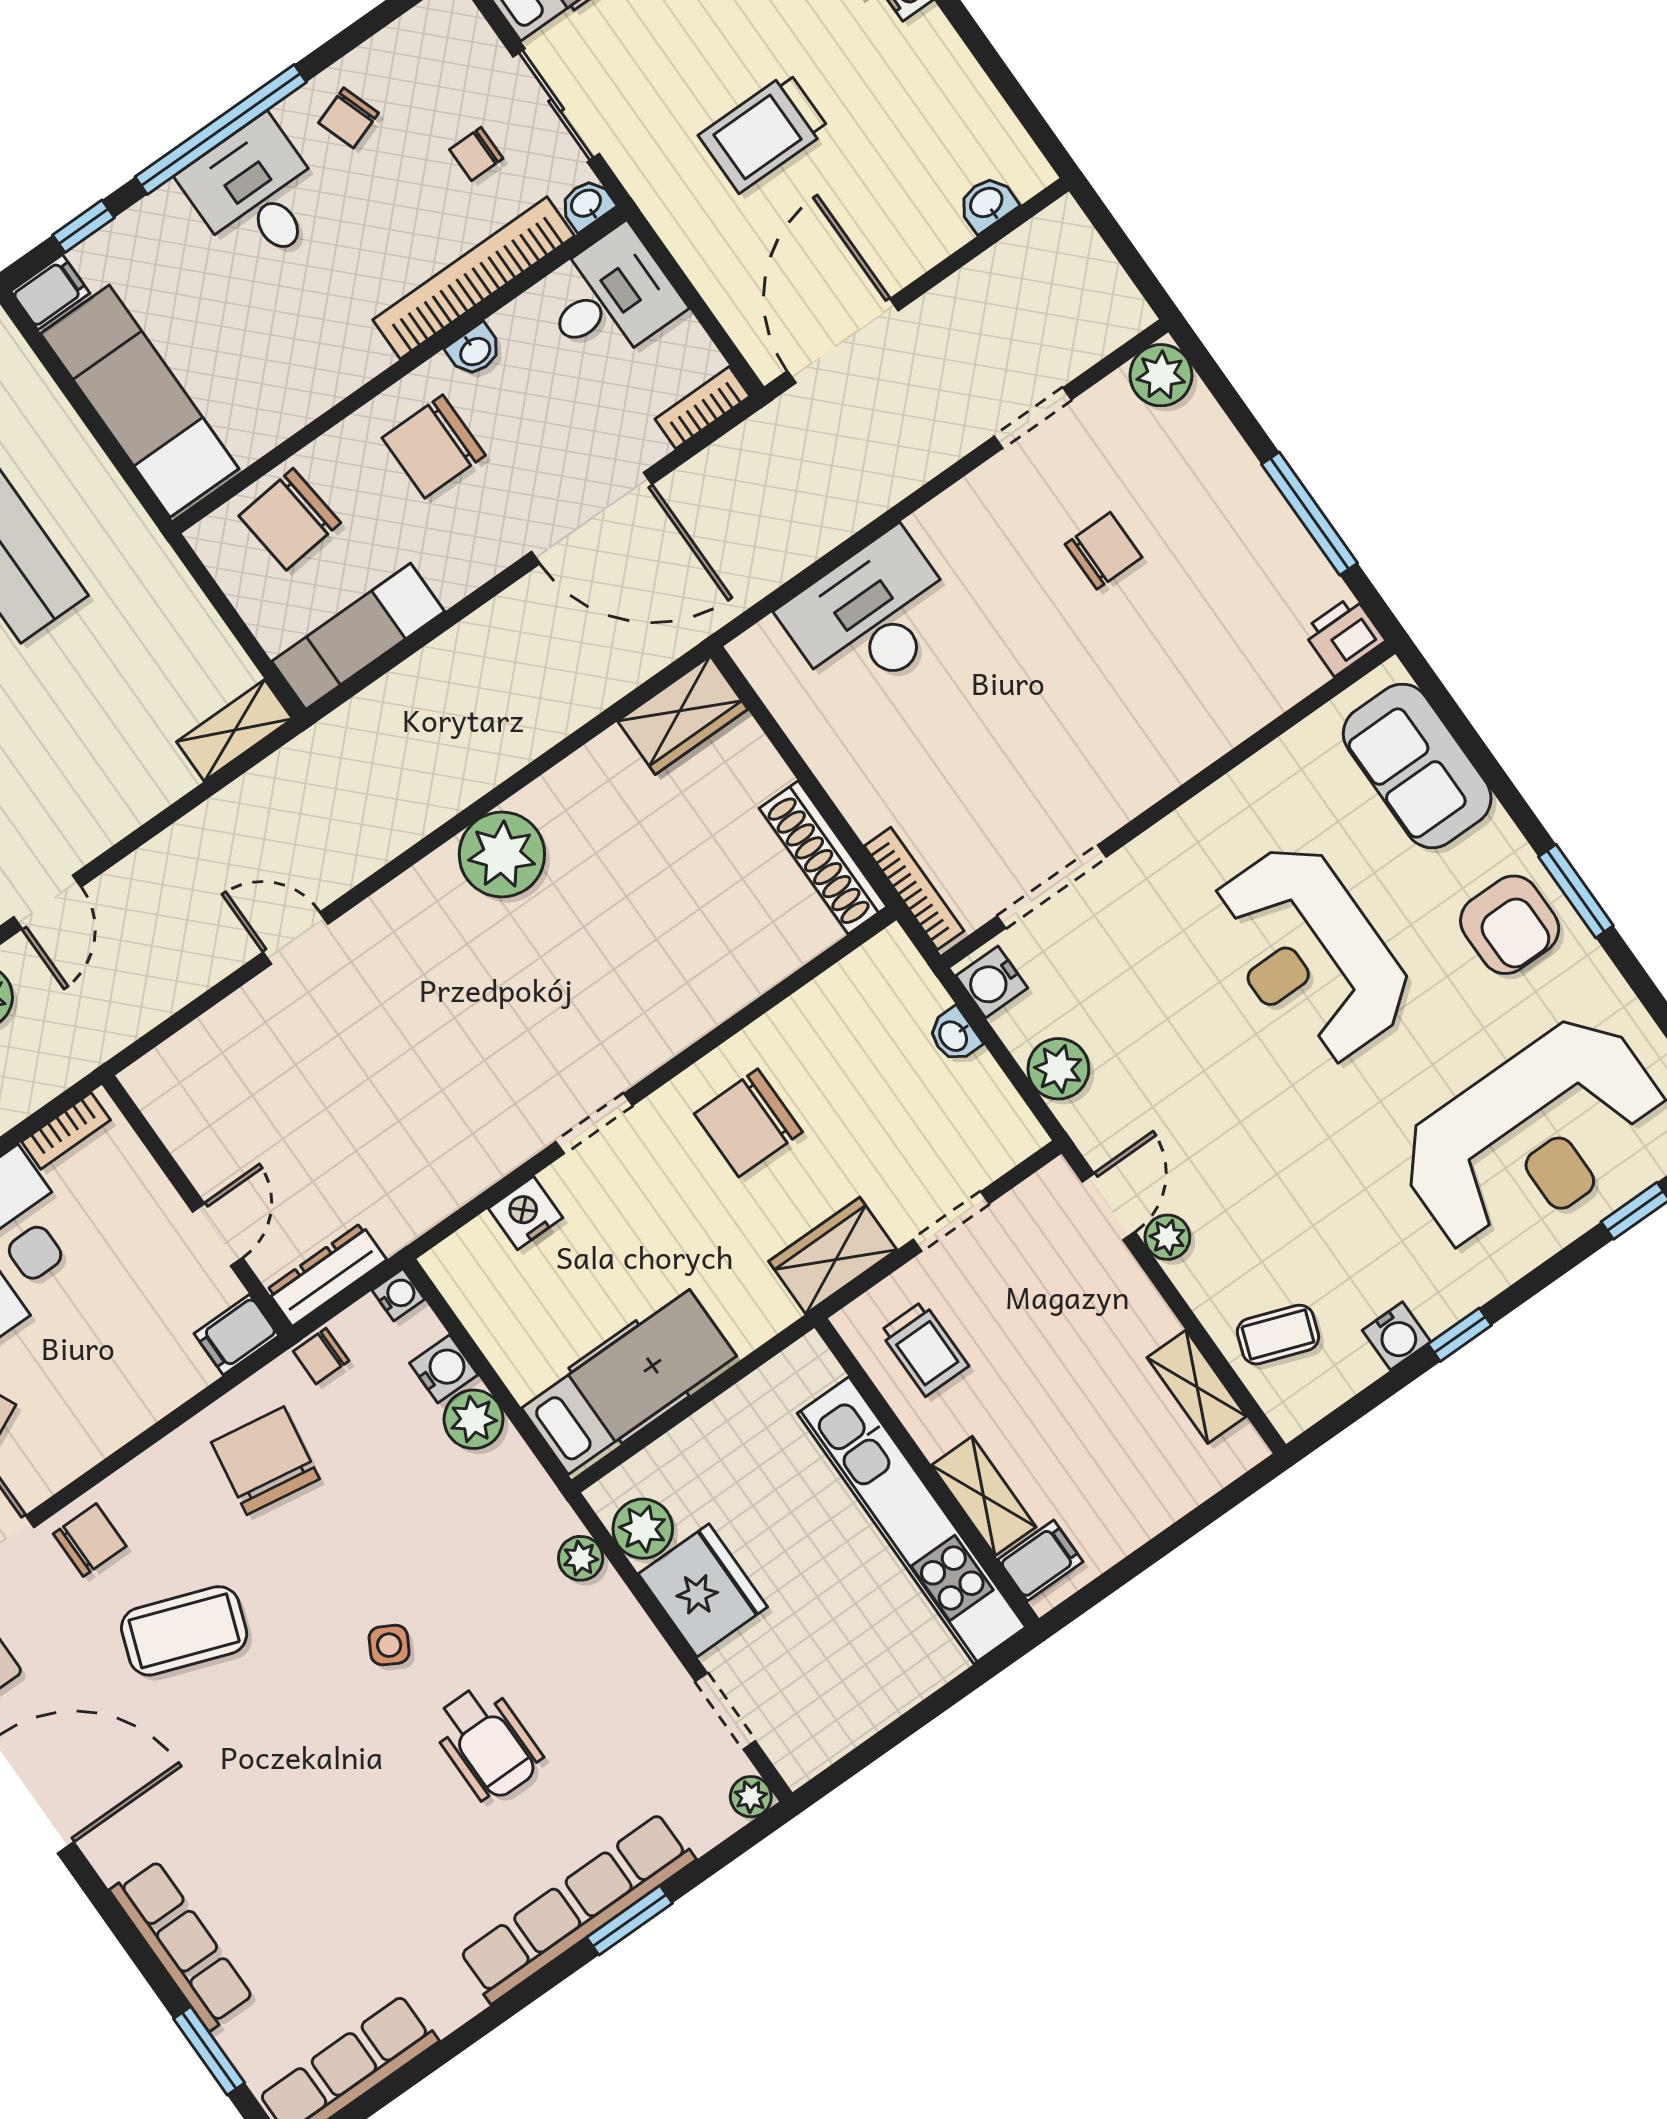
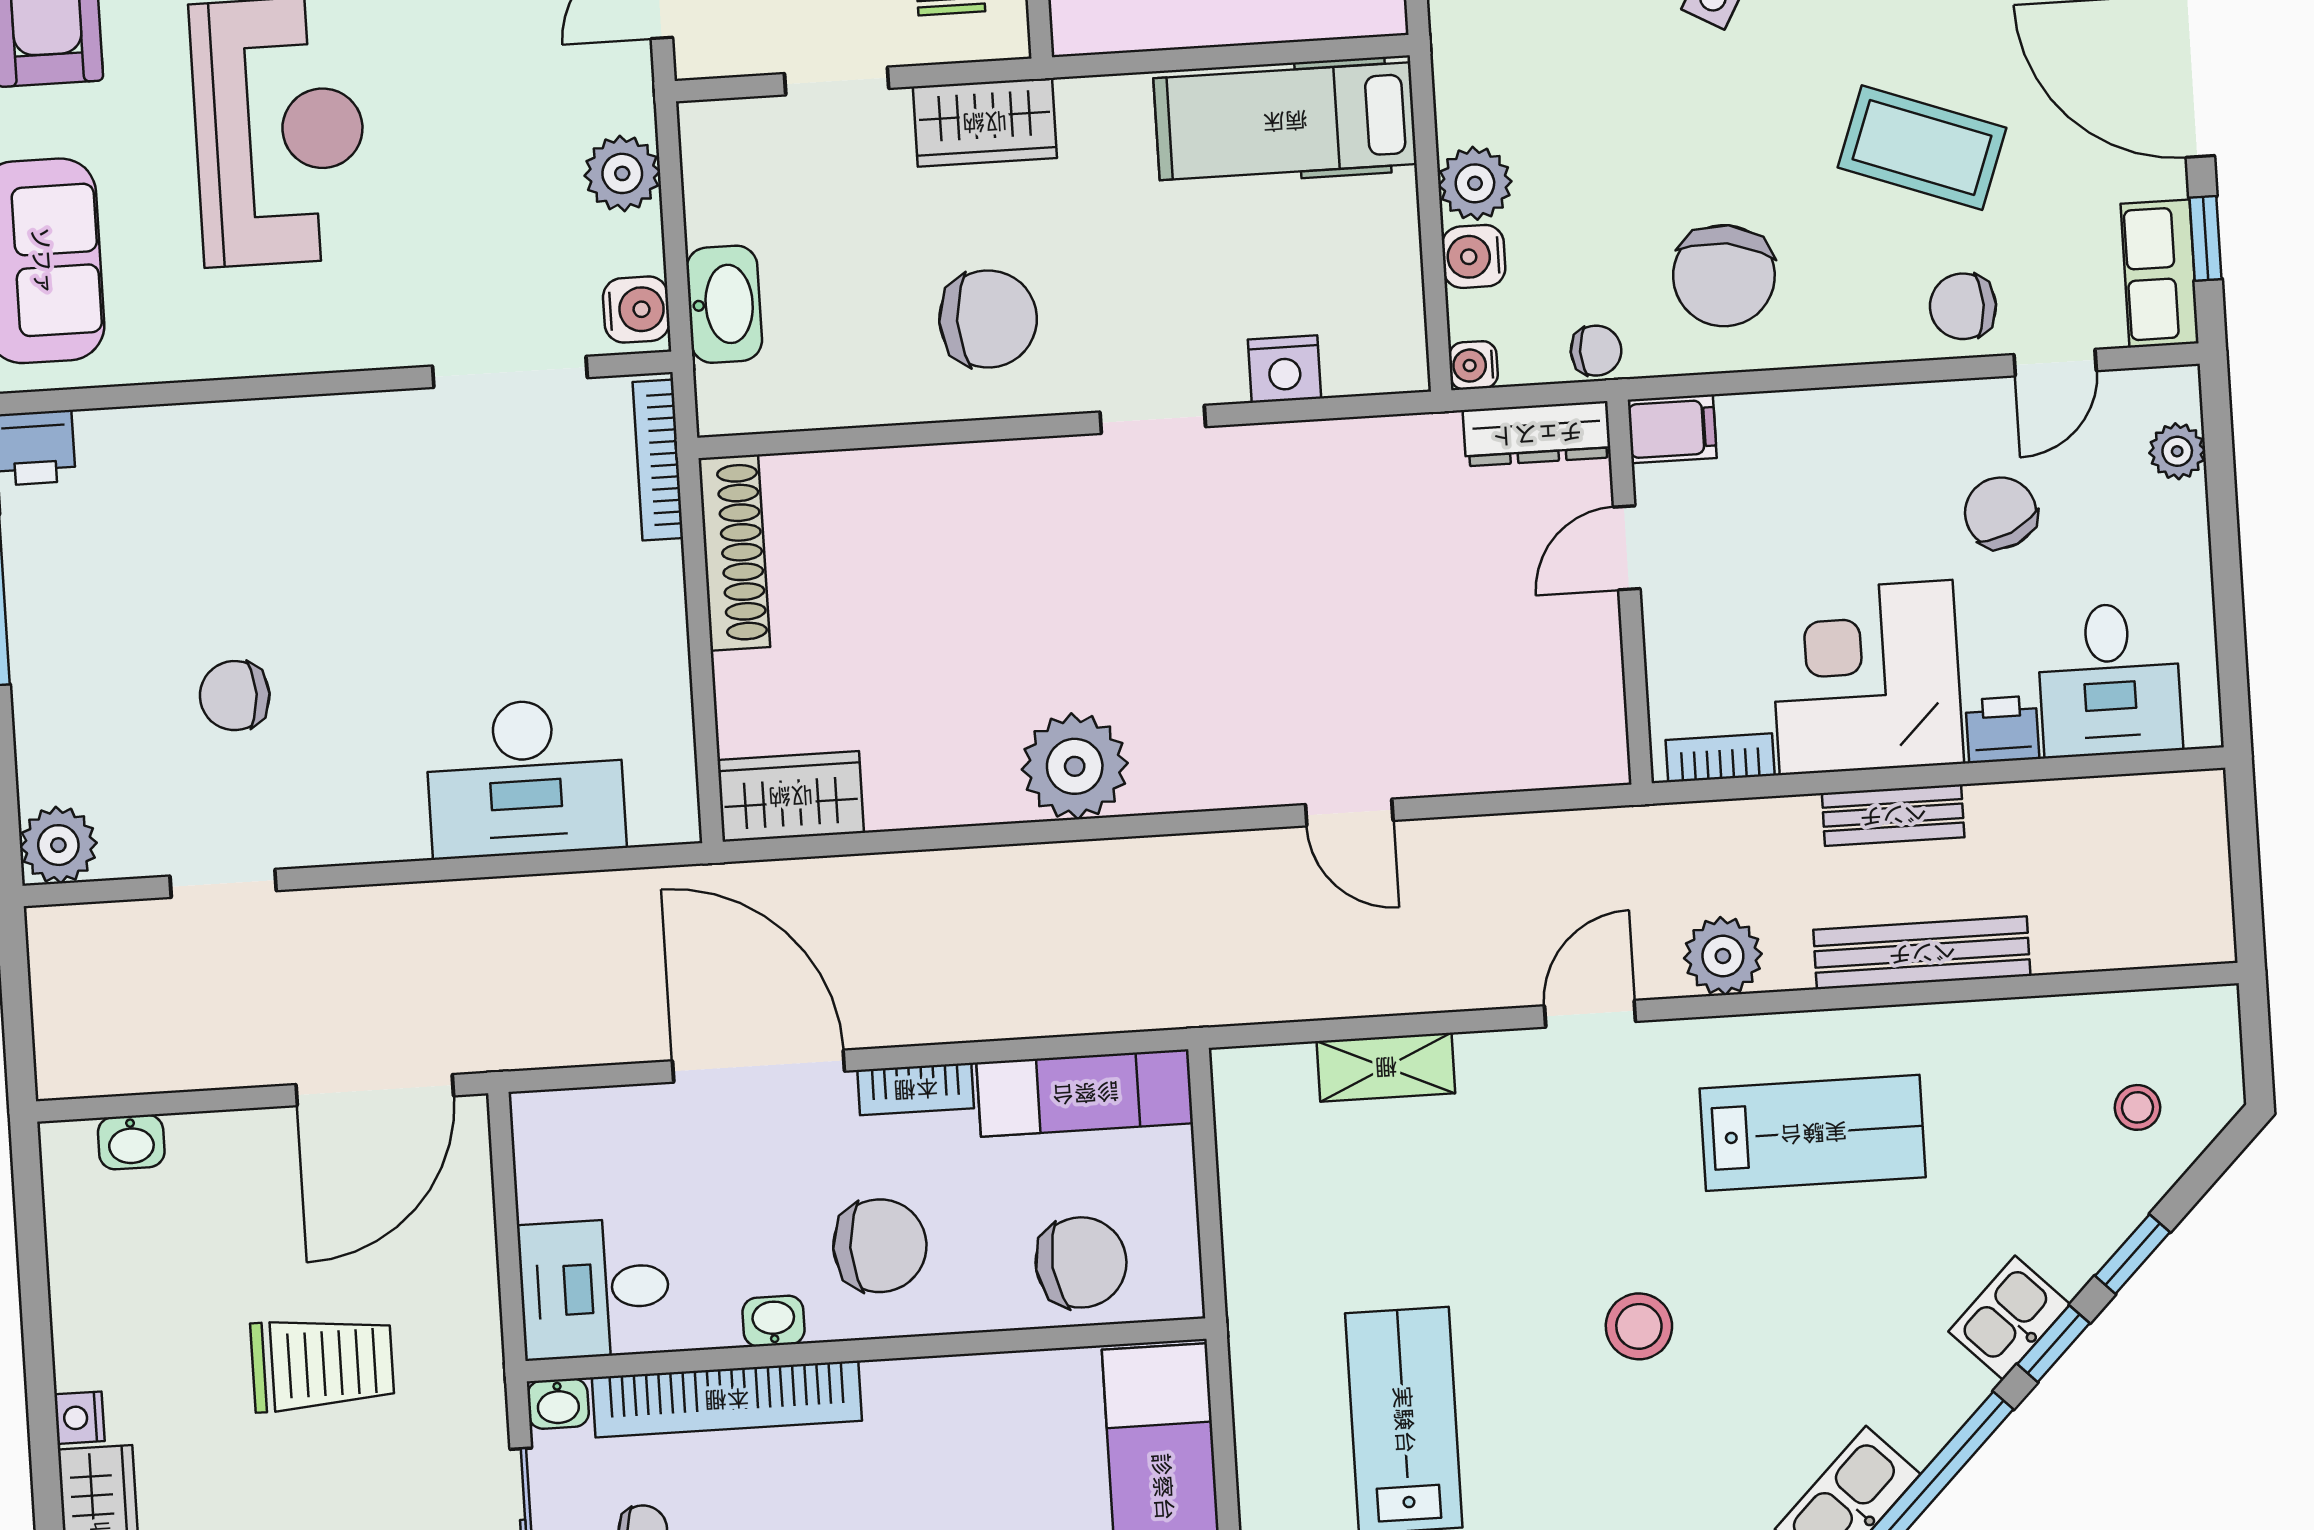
bookcase: (702, 408) -> (916, 1089), moved
shelving: (235, 730) -> (1386, 1067), moved
washbasin: (954, 1035) -> (724, 304), width x1.91, depth x1.45

